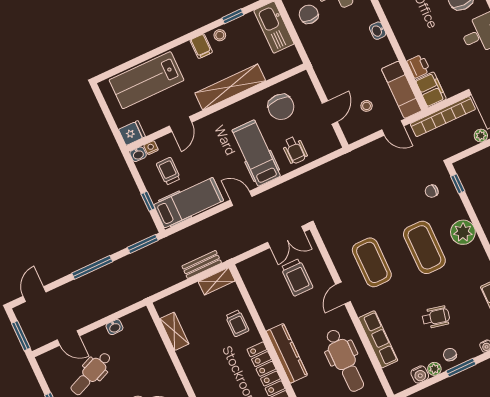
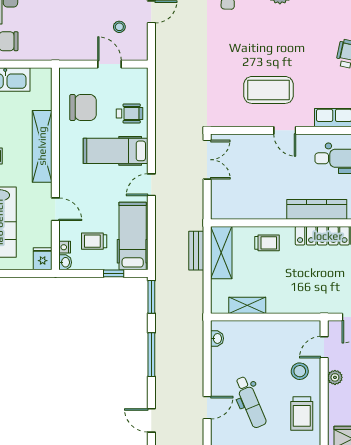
coffee table: (424, 247) -> (277, 34), removed
trolley: (297, 277) -> (250, 167), removed
shelving: (217, 281) -> (221, 253), width x1.50, depth x1.33
washbasin: (114, 327) -> (217, 338), moved

